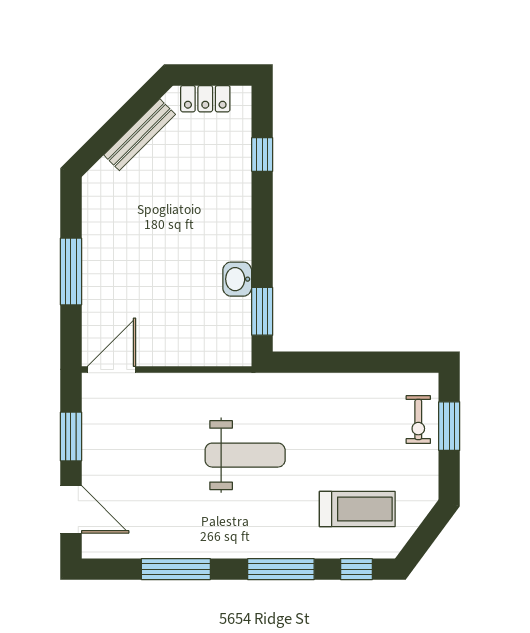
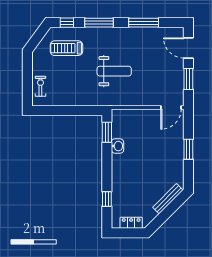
bench: (140, 135) -> (168, 199), moved
window: (71, 272) -> (188, 149), width x0.69
window: (449, 426) -> (27, 83), removed
weight bench: (245, 455) -> (114, 71), turned 180

